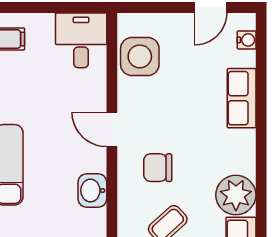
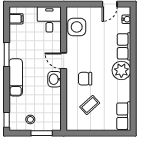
washbasin: (92, 191) -> (55, 79), moved
plant: (236, 195) -> (121, 70), moved

